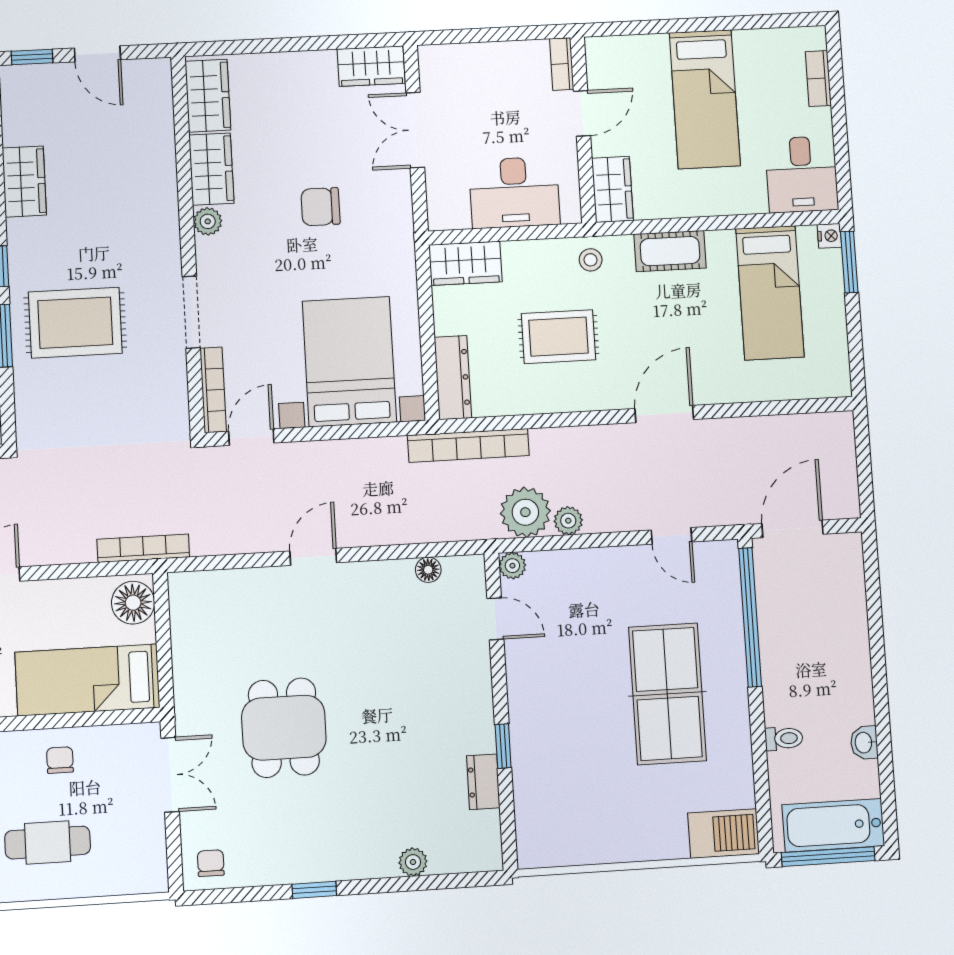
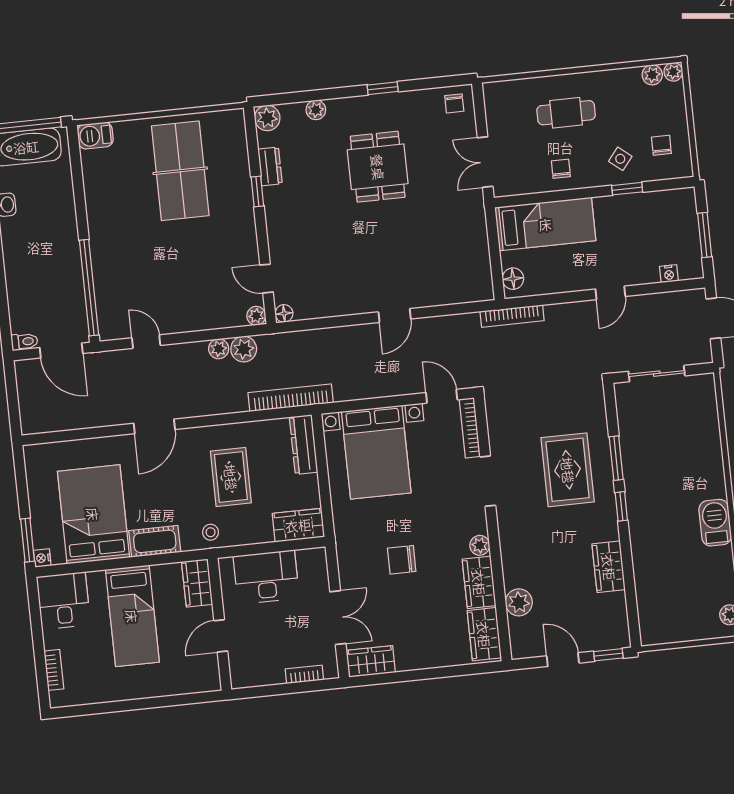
bookcase: (562, 64) -> (304, 674), moved, turned -90
bed: (705, 99) -> (132, 616), moved, turned 180
plant: (156, 138) -> (519, 602), added
chair: (321, 207) -> (402, 560), turned 180
bed: (770, 293) -> (93, 514), width x1.50
rug: (75, 323) -> (568, 470), turned 90
rug: (558, 337) -> (231, 477), turned 90
door: (251, 437) -> (442, 396), swing flipped
plant: (525, 512) -> (244, 349), width x0.73, depth x0.73
door: (793, 529) -> (61, 350), hinge flipped
floor lamp: (428, 570) -> (284, 313), moved
floor lamp: (133, 603) -> (513, 279), width x0.73, depth x0.73
table tennis table: (667, 694) -> (180, 171), moved
dining table: (284, 728) -> (378, 167), moved
toilet: (784, 738) -> (24, 342), moved, turned 180
chair: (60, 760) -> (561, 169), turned 180
barbecue: (724, 833) -> (95, 136), width x0.73, depth x0.79
plant: (484, 853) -> (267, 118), added

